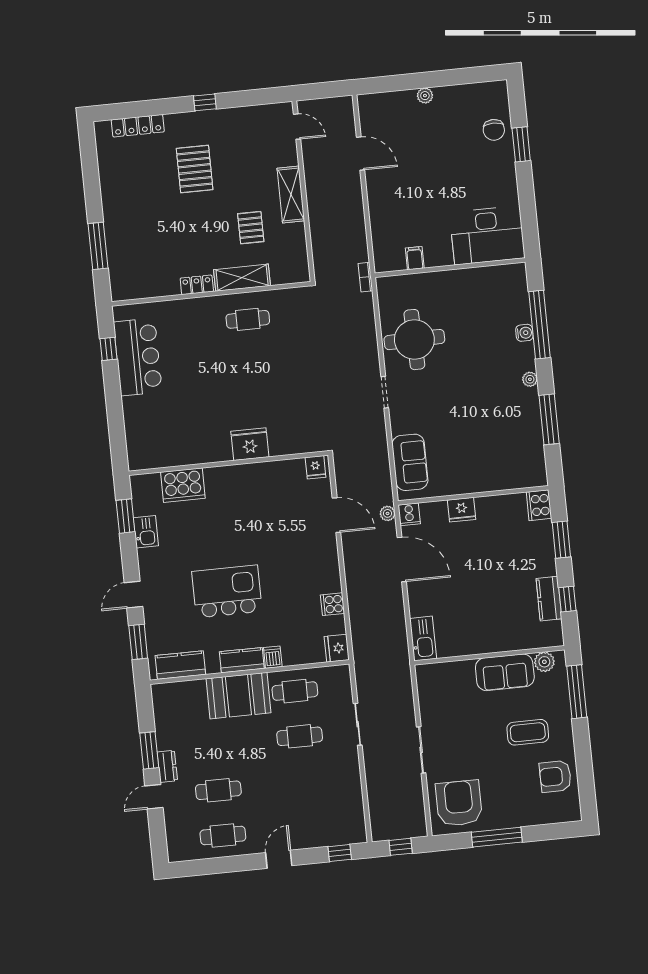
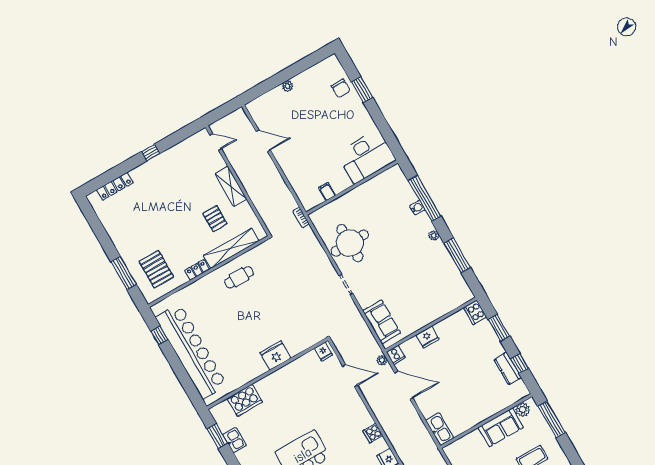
pallet: (195, 169) -> (156, 269), moved
shelving: (242, 278) -> (231, 248), width x1.47
bar counter: (138, 357) -> (191, 351), width x1.86

